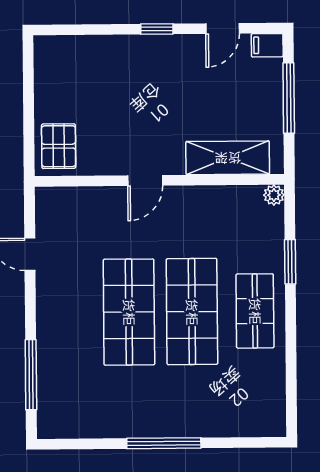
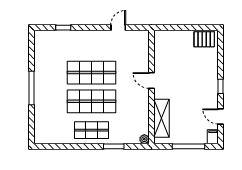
pallet: (59, 146) -> (204, 39), moved
window: (31, 375) -> (63, 28), width x0.46

